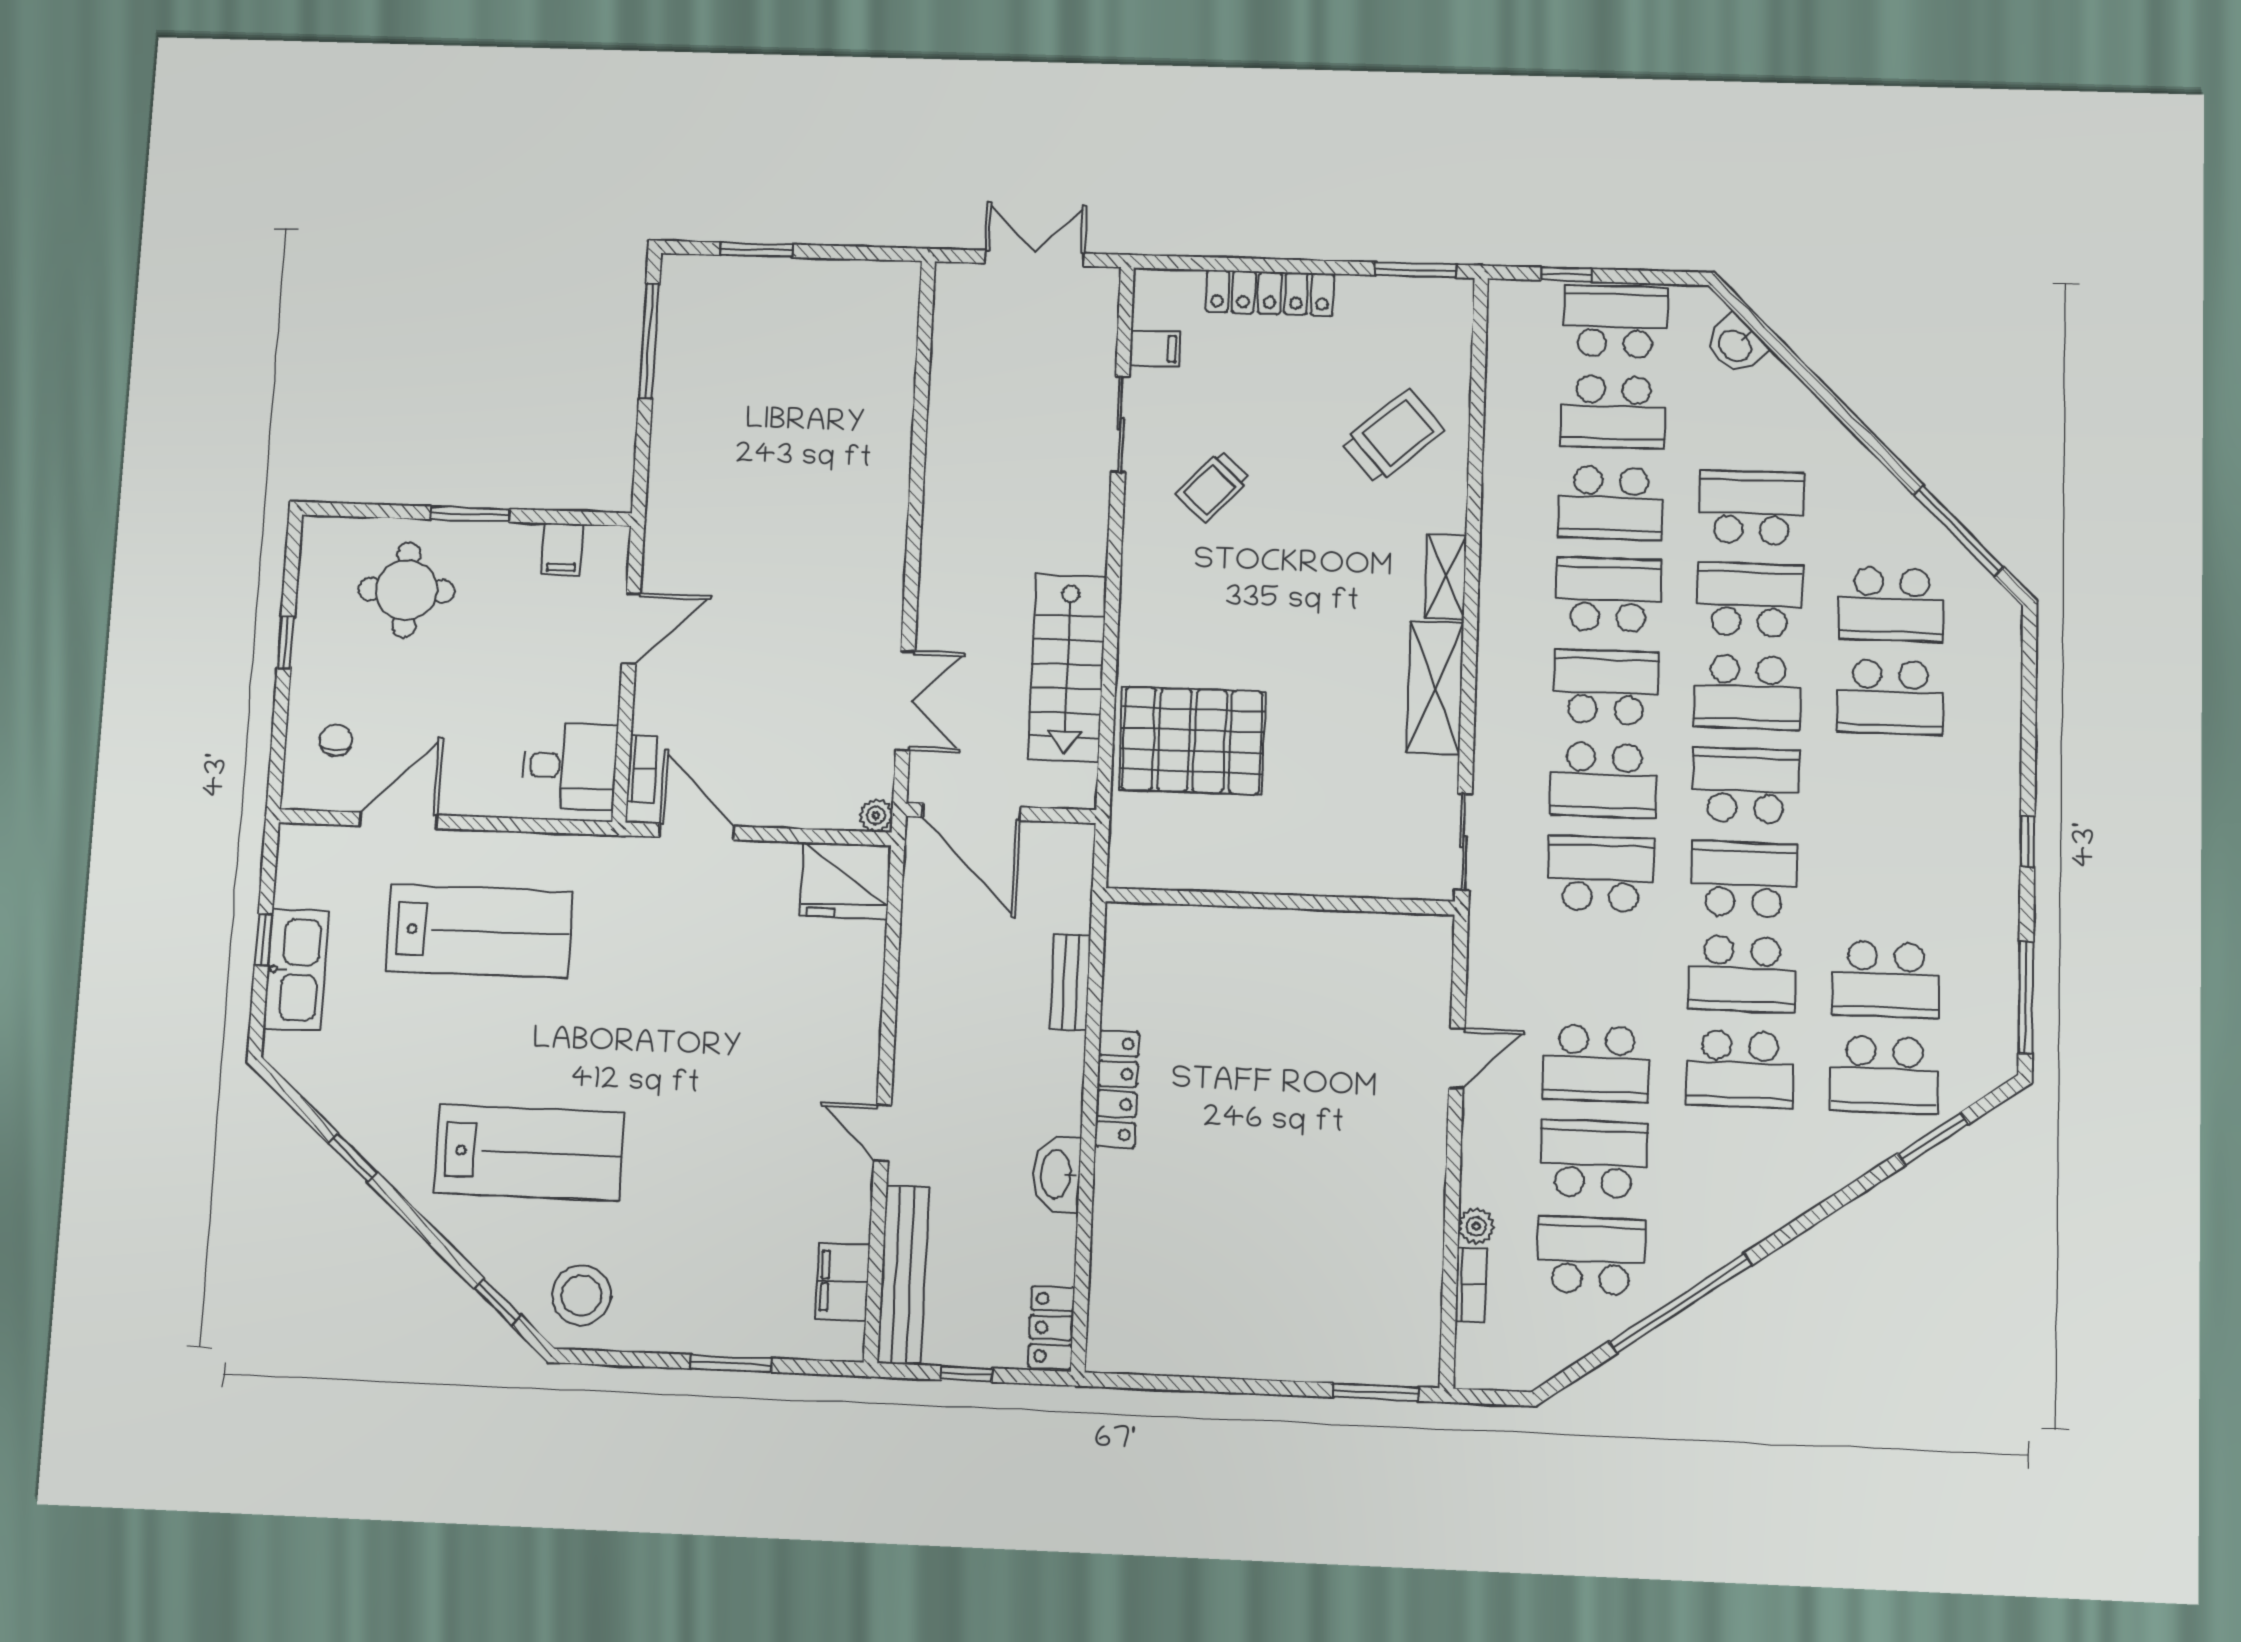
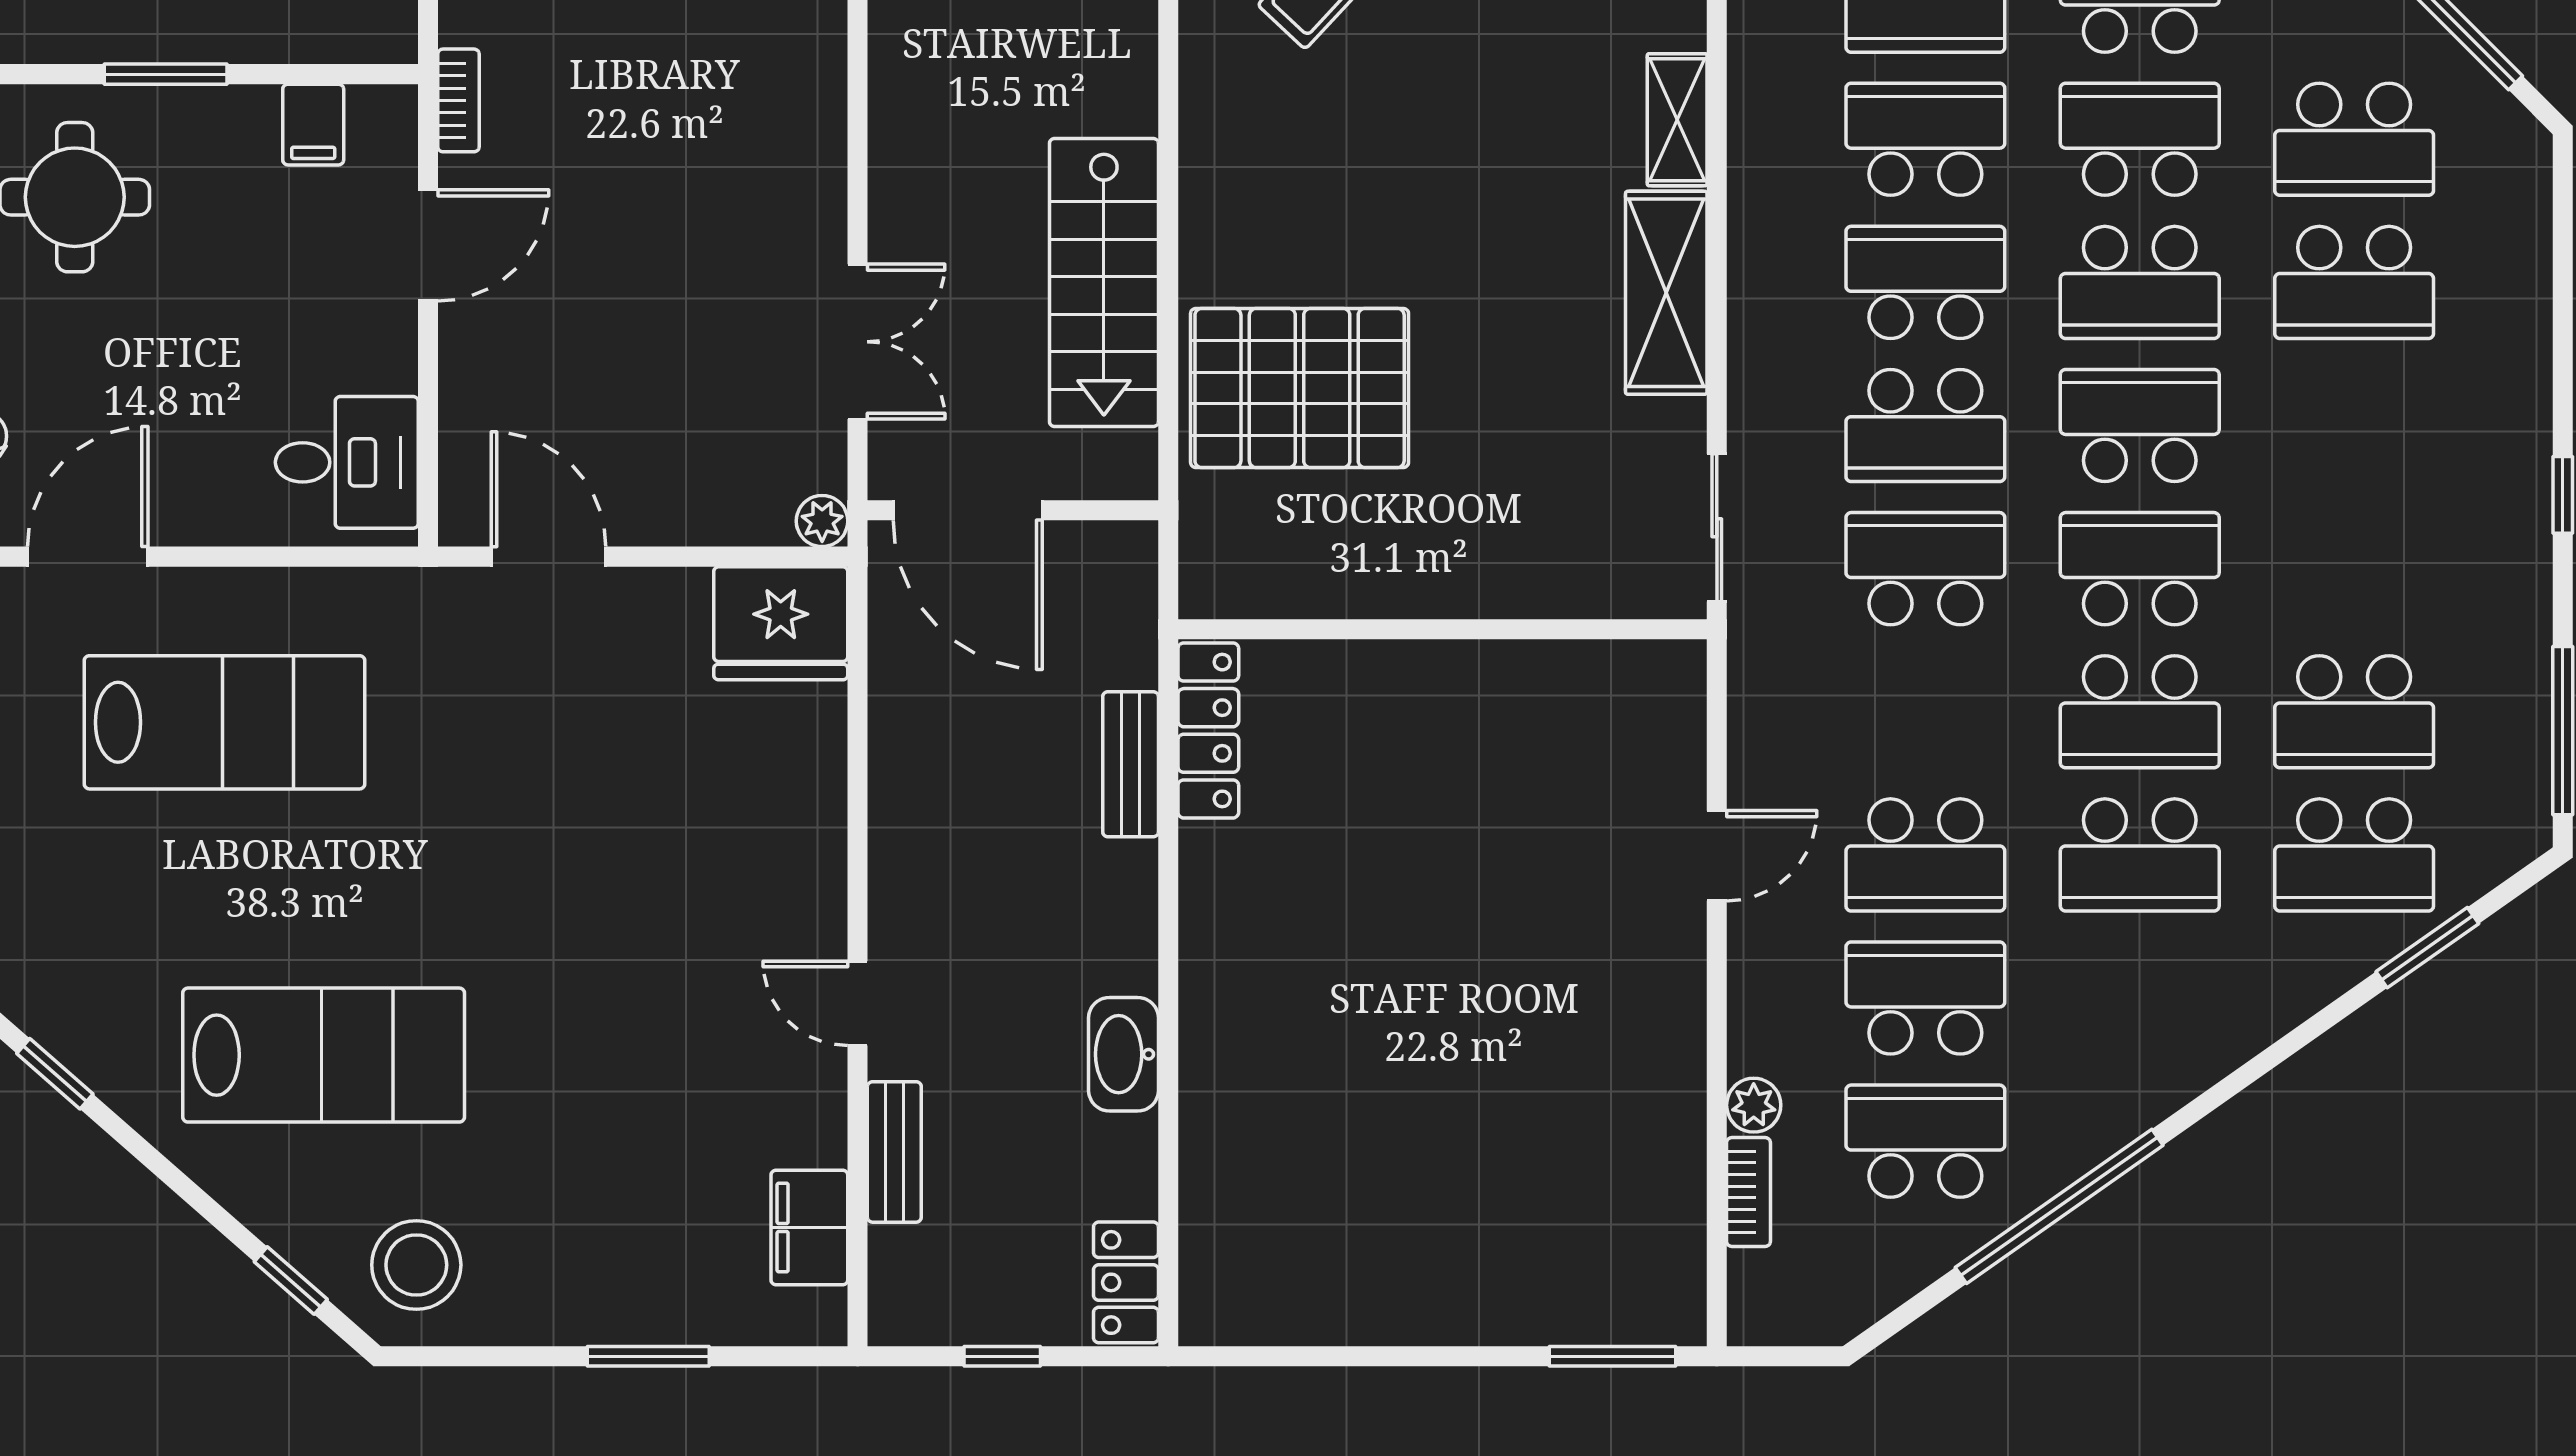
bookcase: (642, 769) -> (458, 100), moved
locker: (1117, 1089) -> (1208, 730), moved
bench: (903, 1274) -> (894, 1152), width x0.54, depth x0.82

